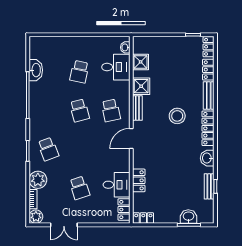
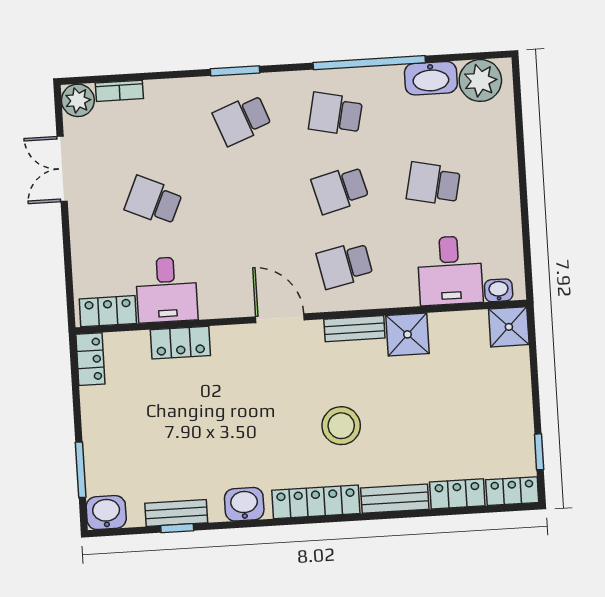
shower: (141, 62) -> (509, 327), moved
school desk: (48, 110) -> (335, 114), added
plant: (38, 180) -> (480, 80), moved
school desk: (79, 188) -> (153, 201), turned 42
washbasin: (188, 217) -> (106, 513), moved, turned -90

